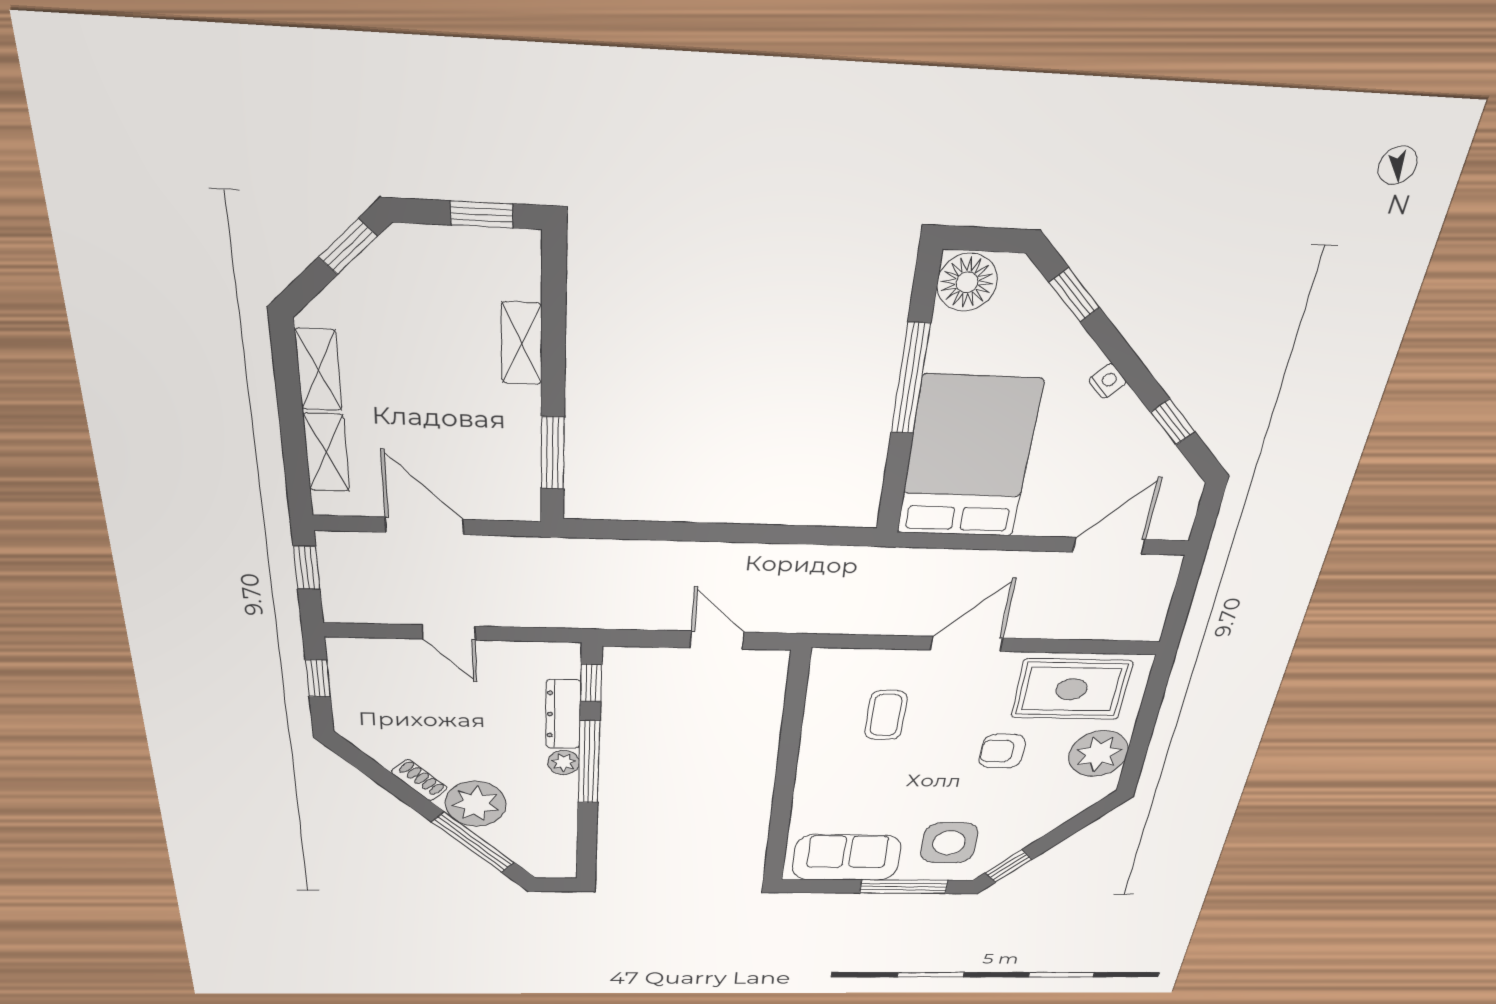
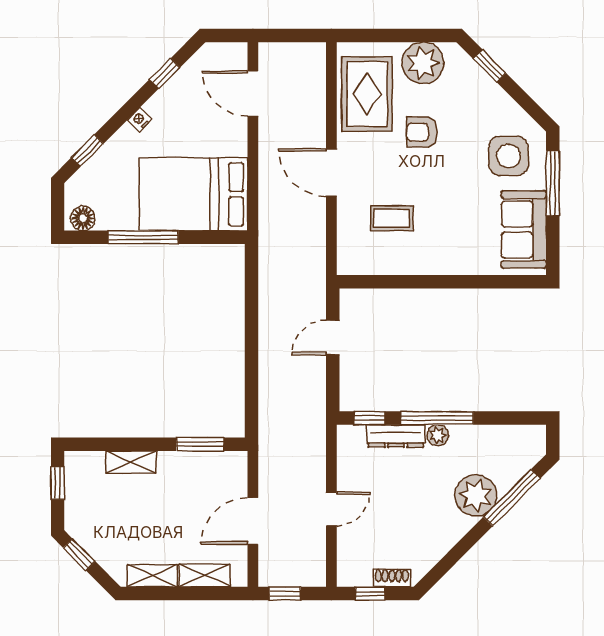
floor lamp: (967, 282) -> (83, 218), width x0.73, depth x0.73
armchair: (1002, 751) -> (422, 132), turned 90
shoe rack: (419, 780) -> (392, 578), moved, turned 45
window: (1009, 866) -> (490, 66), moved

